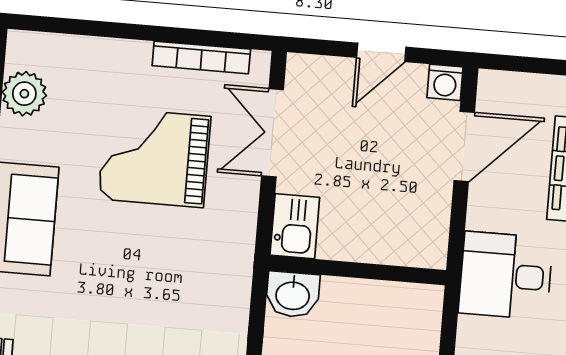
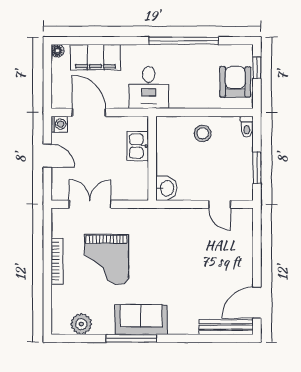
bookcase: (201, 57) -> (57, 261), moved
double door: (273, 133) -> (90, 204), swing flipped
kitchen sink: (295, 226) -> (138, 146), moved, turned -90

